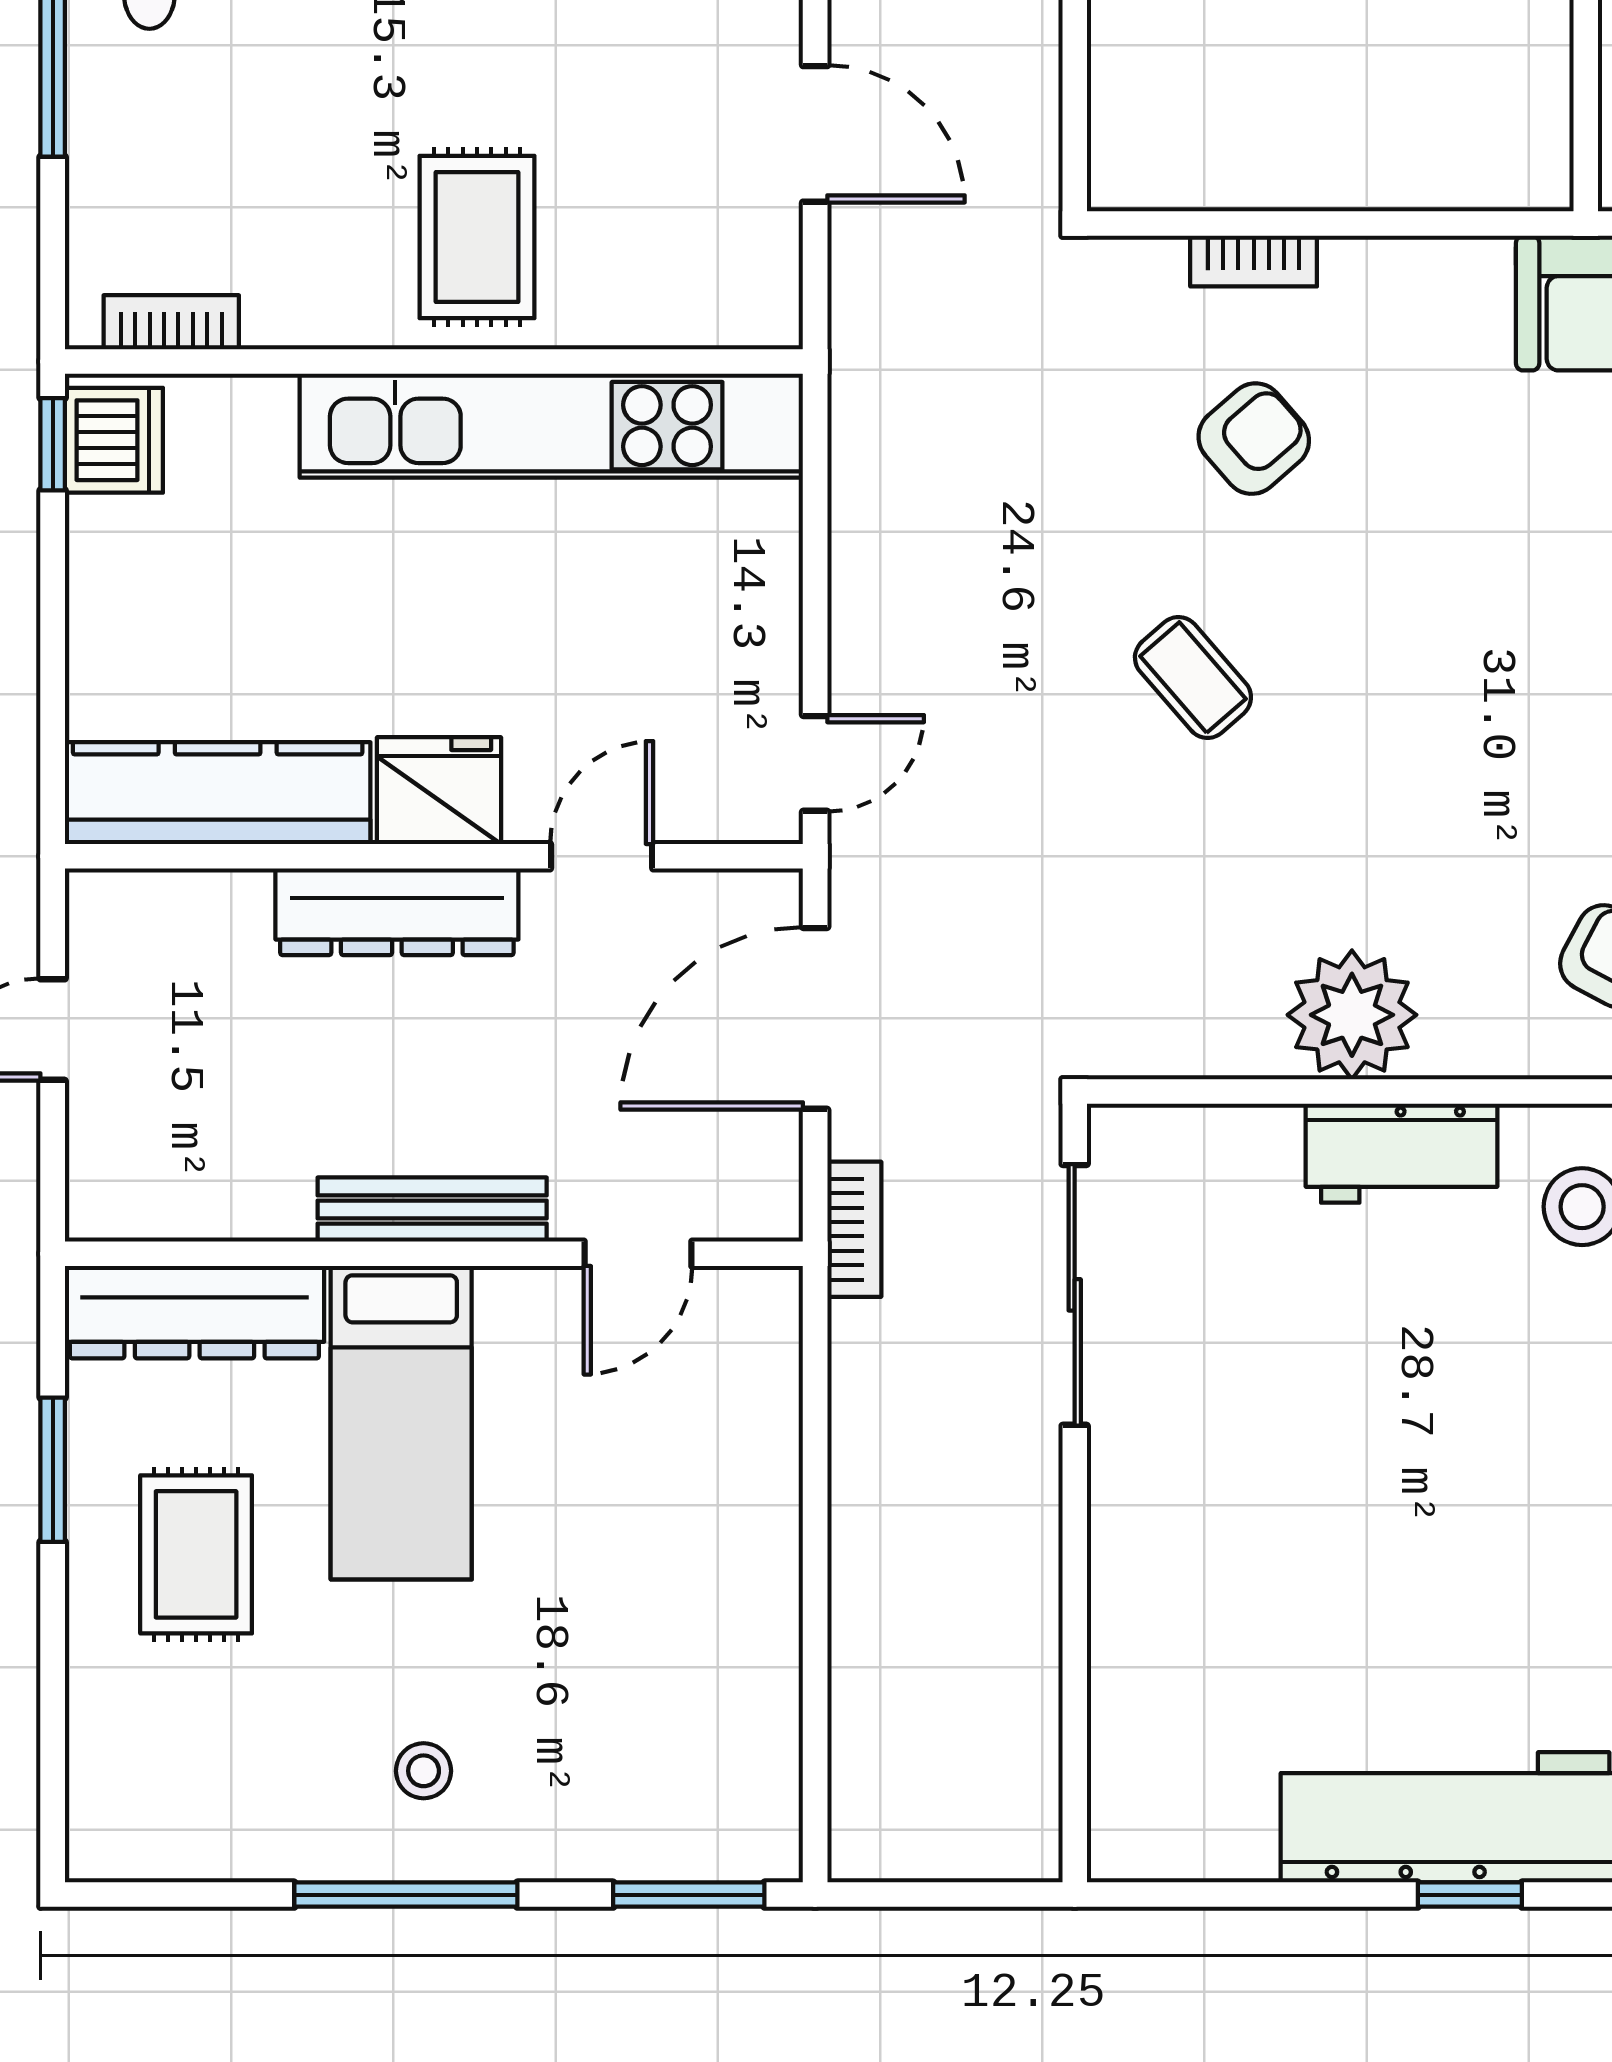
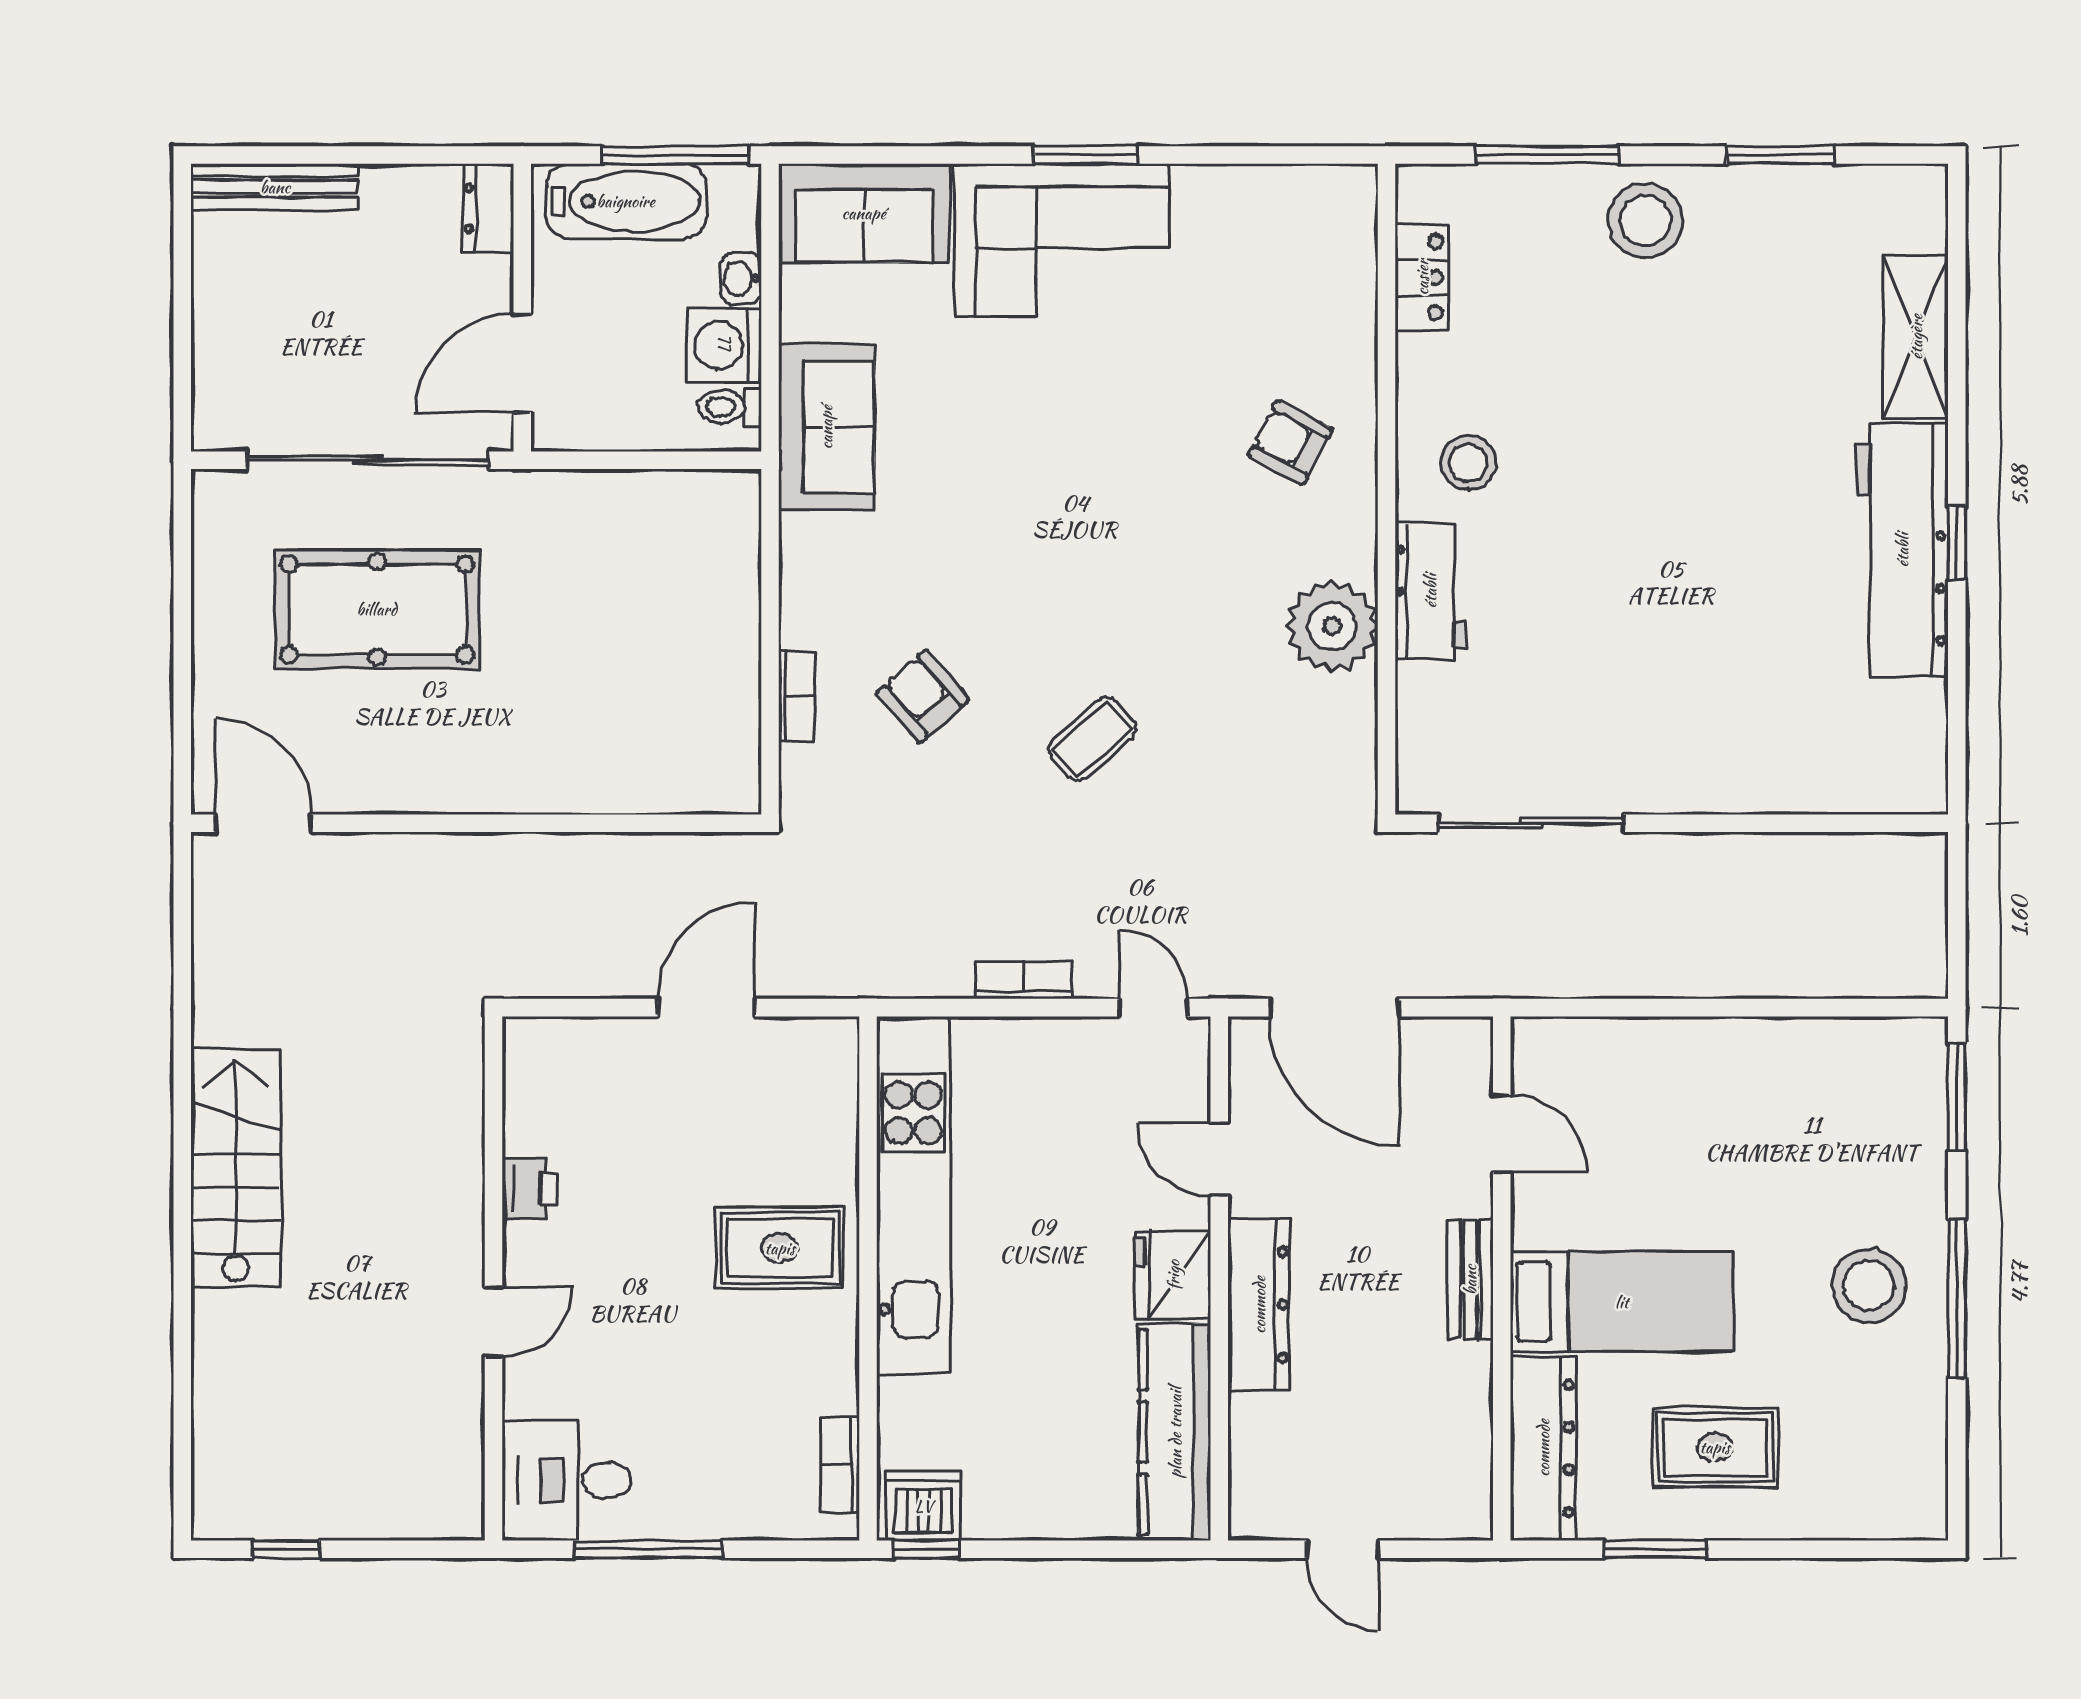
bench: (432, 1209) -> (1470, 1280), width x0.73
bookcase: (854, 1229) -> (1024, 980), moved
stool: (424, 1771) -> (1869, 1286), width x1.89, depth x1.89

